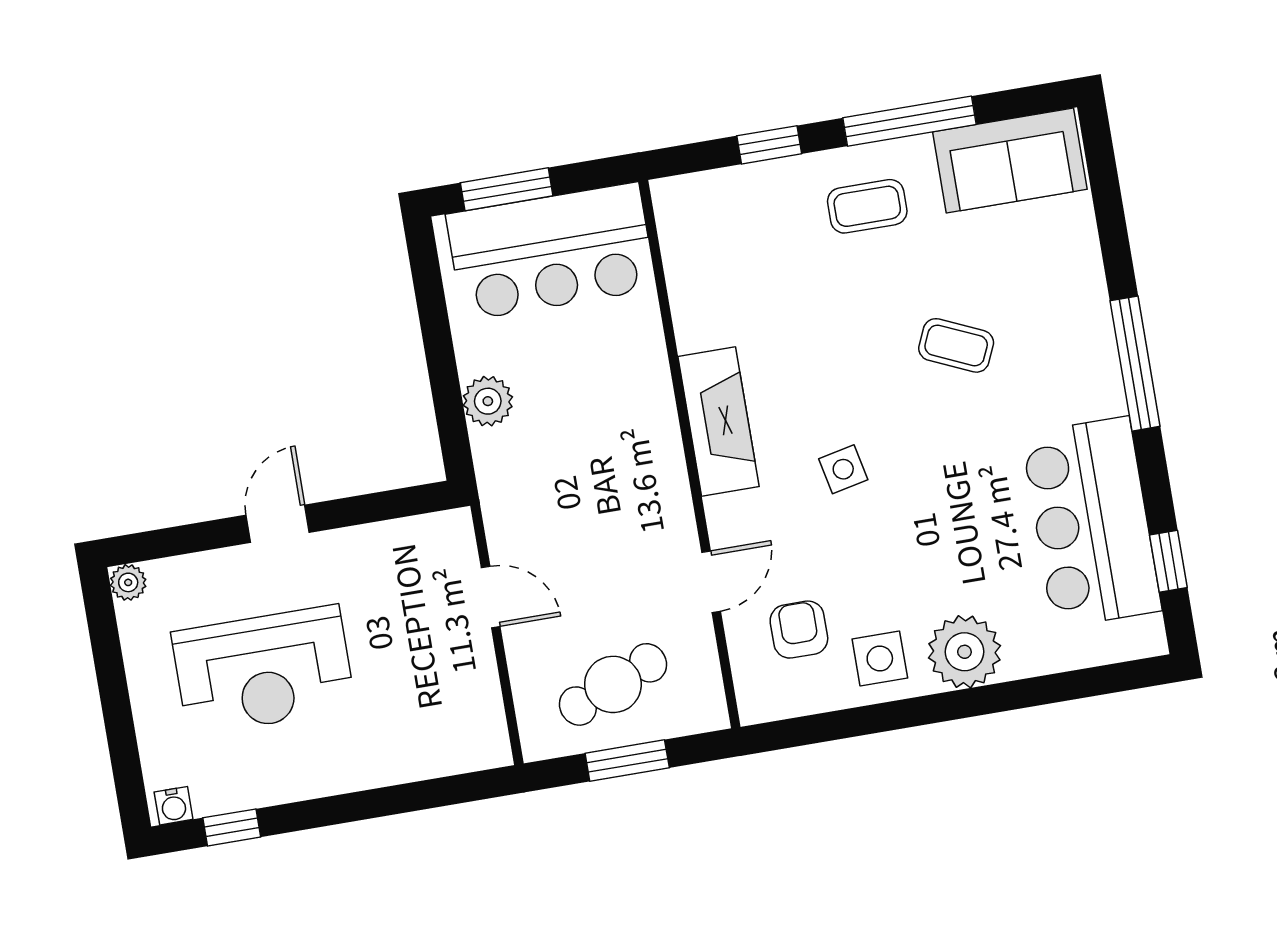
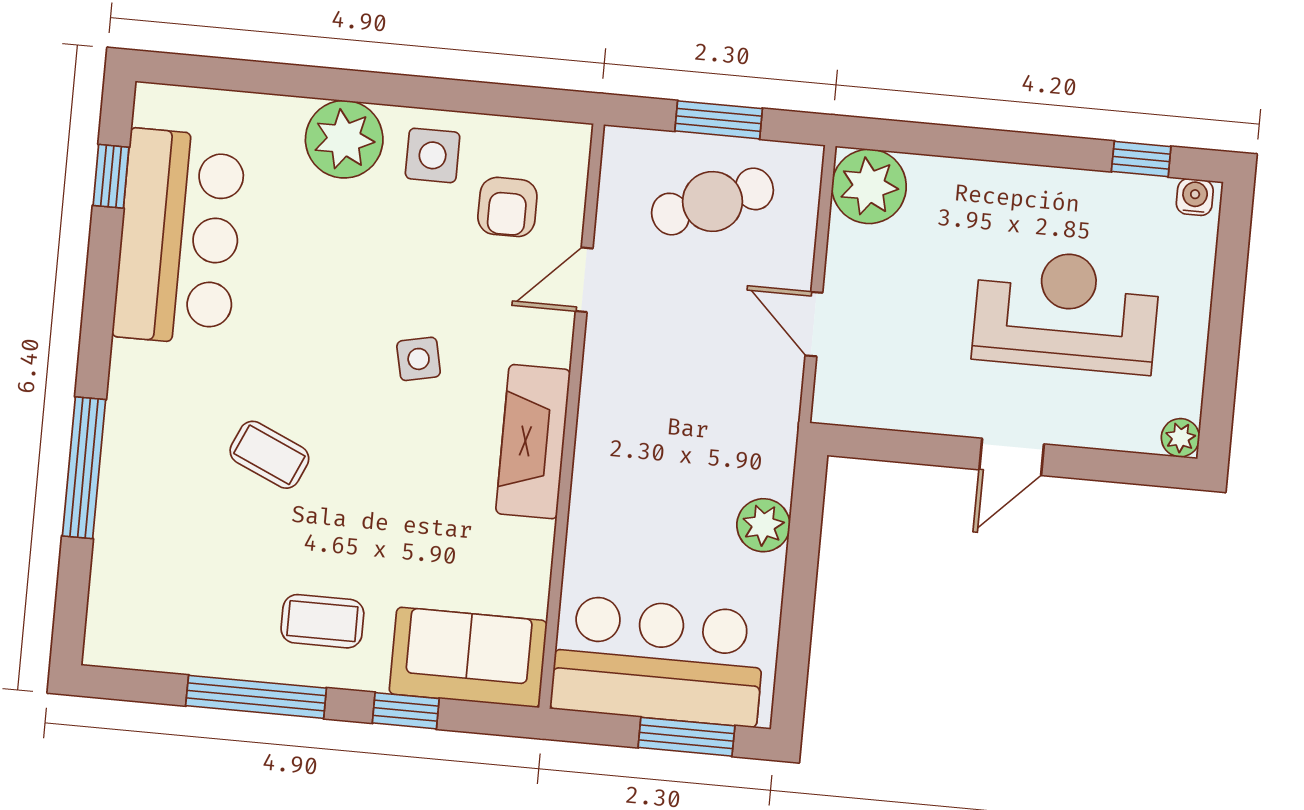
sofa: (1010, 161) -> (468, 657), moved
window: (1135, 364) -> (84, 468), moved
plant: (474, 736) -> (869, 186), added

